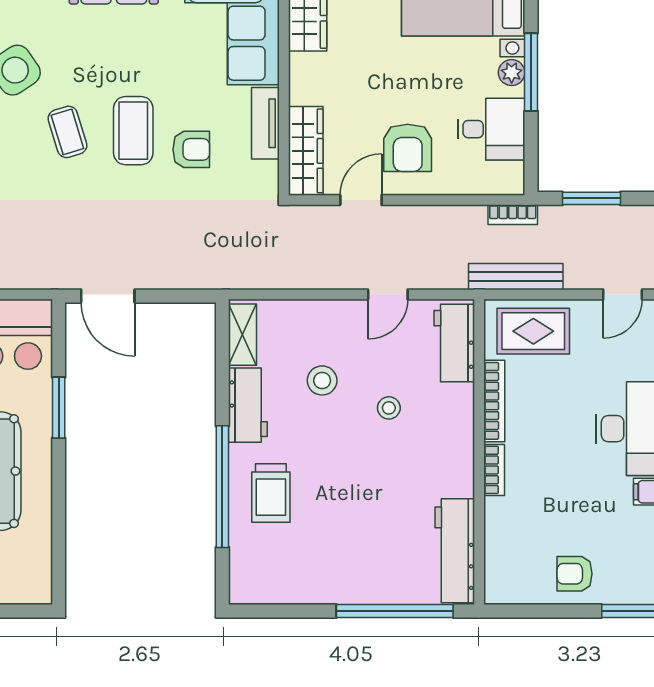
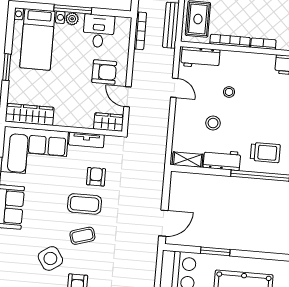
wardrobe: (306, 151) -> (109, 122), width x0.67
bookcase: (513, 215) -> (140, 31), width x1.56

